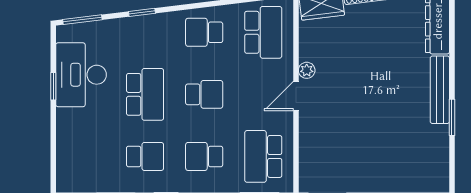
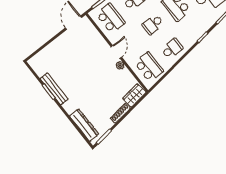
school desk: (263, 32) -> (149, 67), turned 180
bench: (440, 90) -> (54, 89), moved

